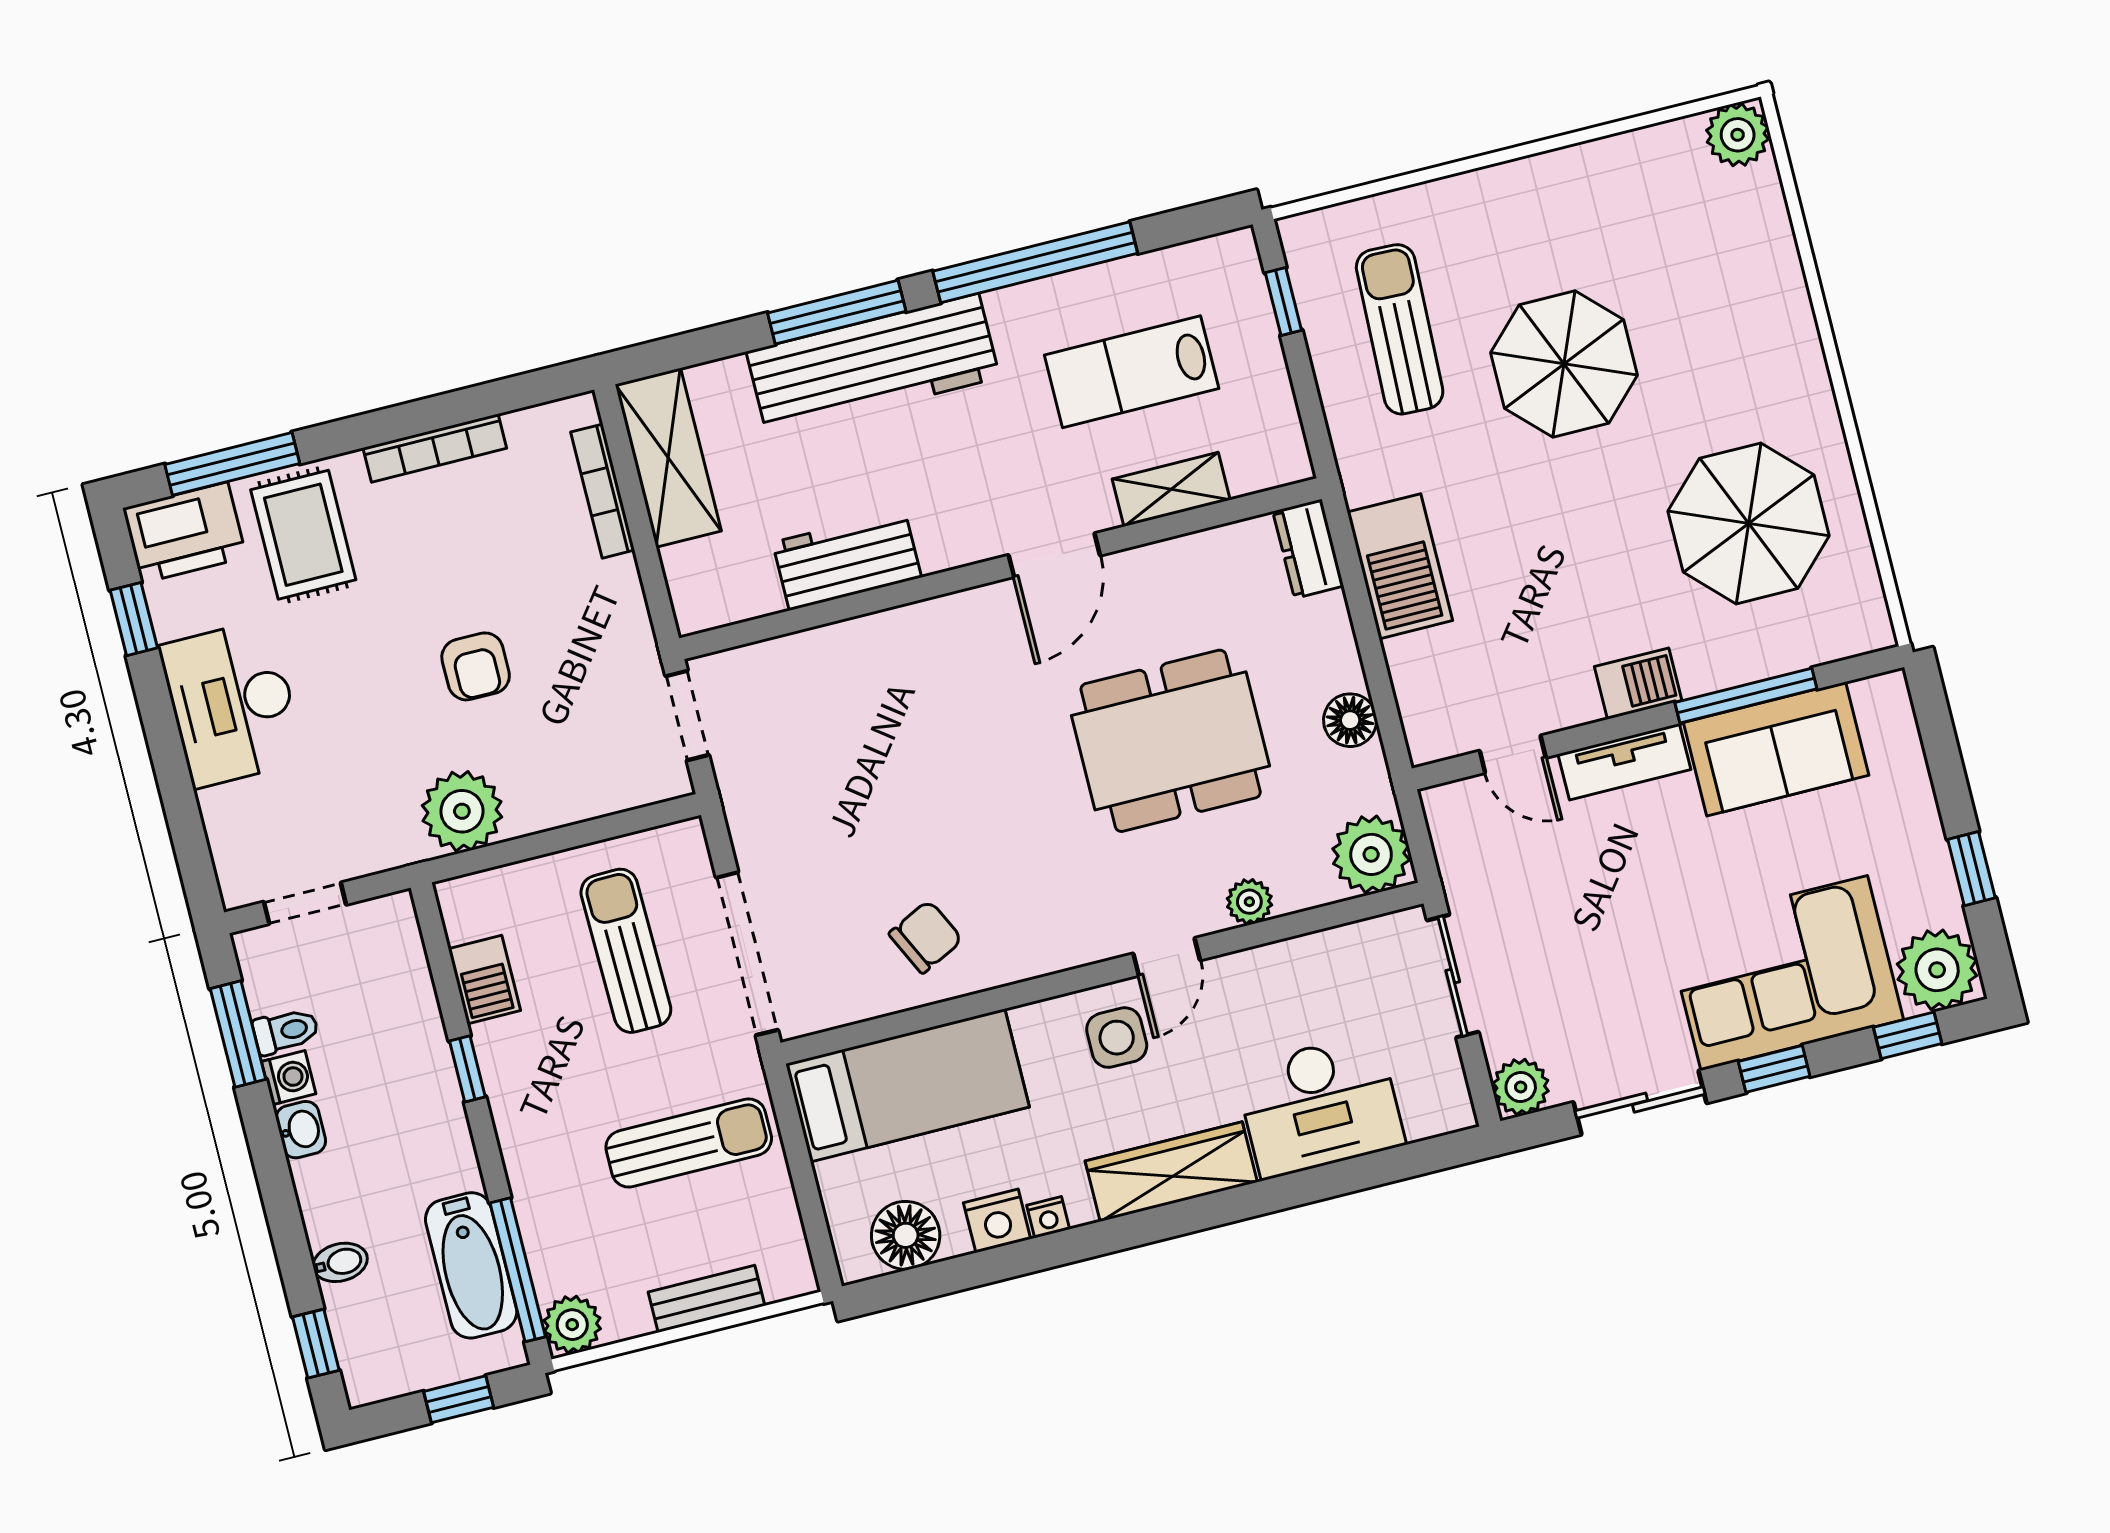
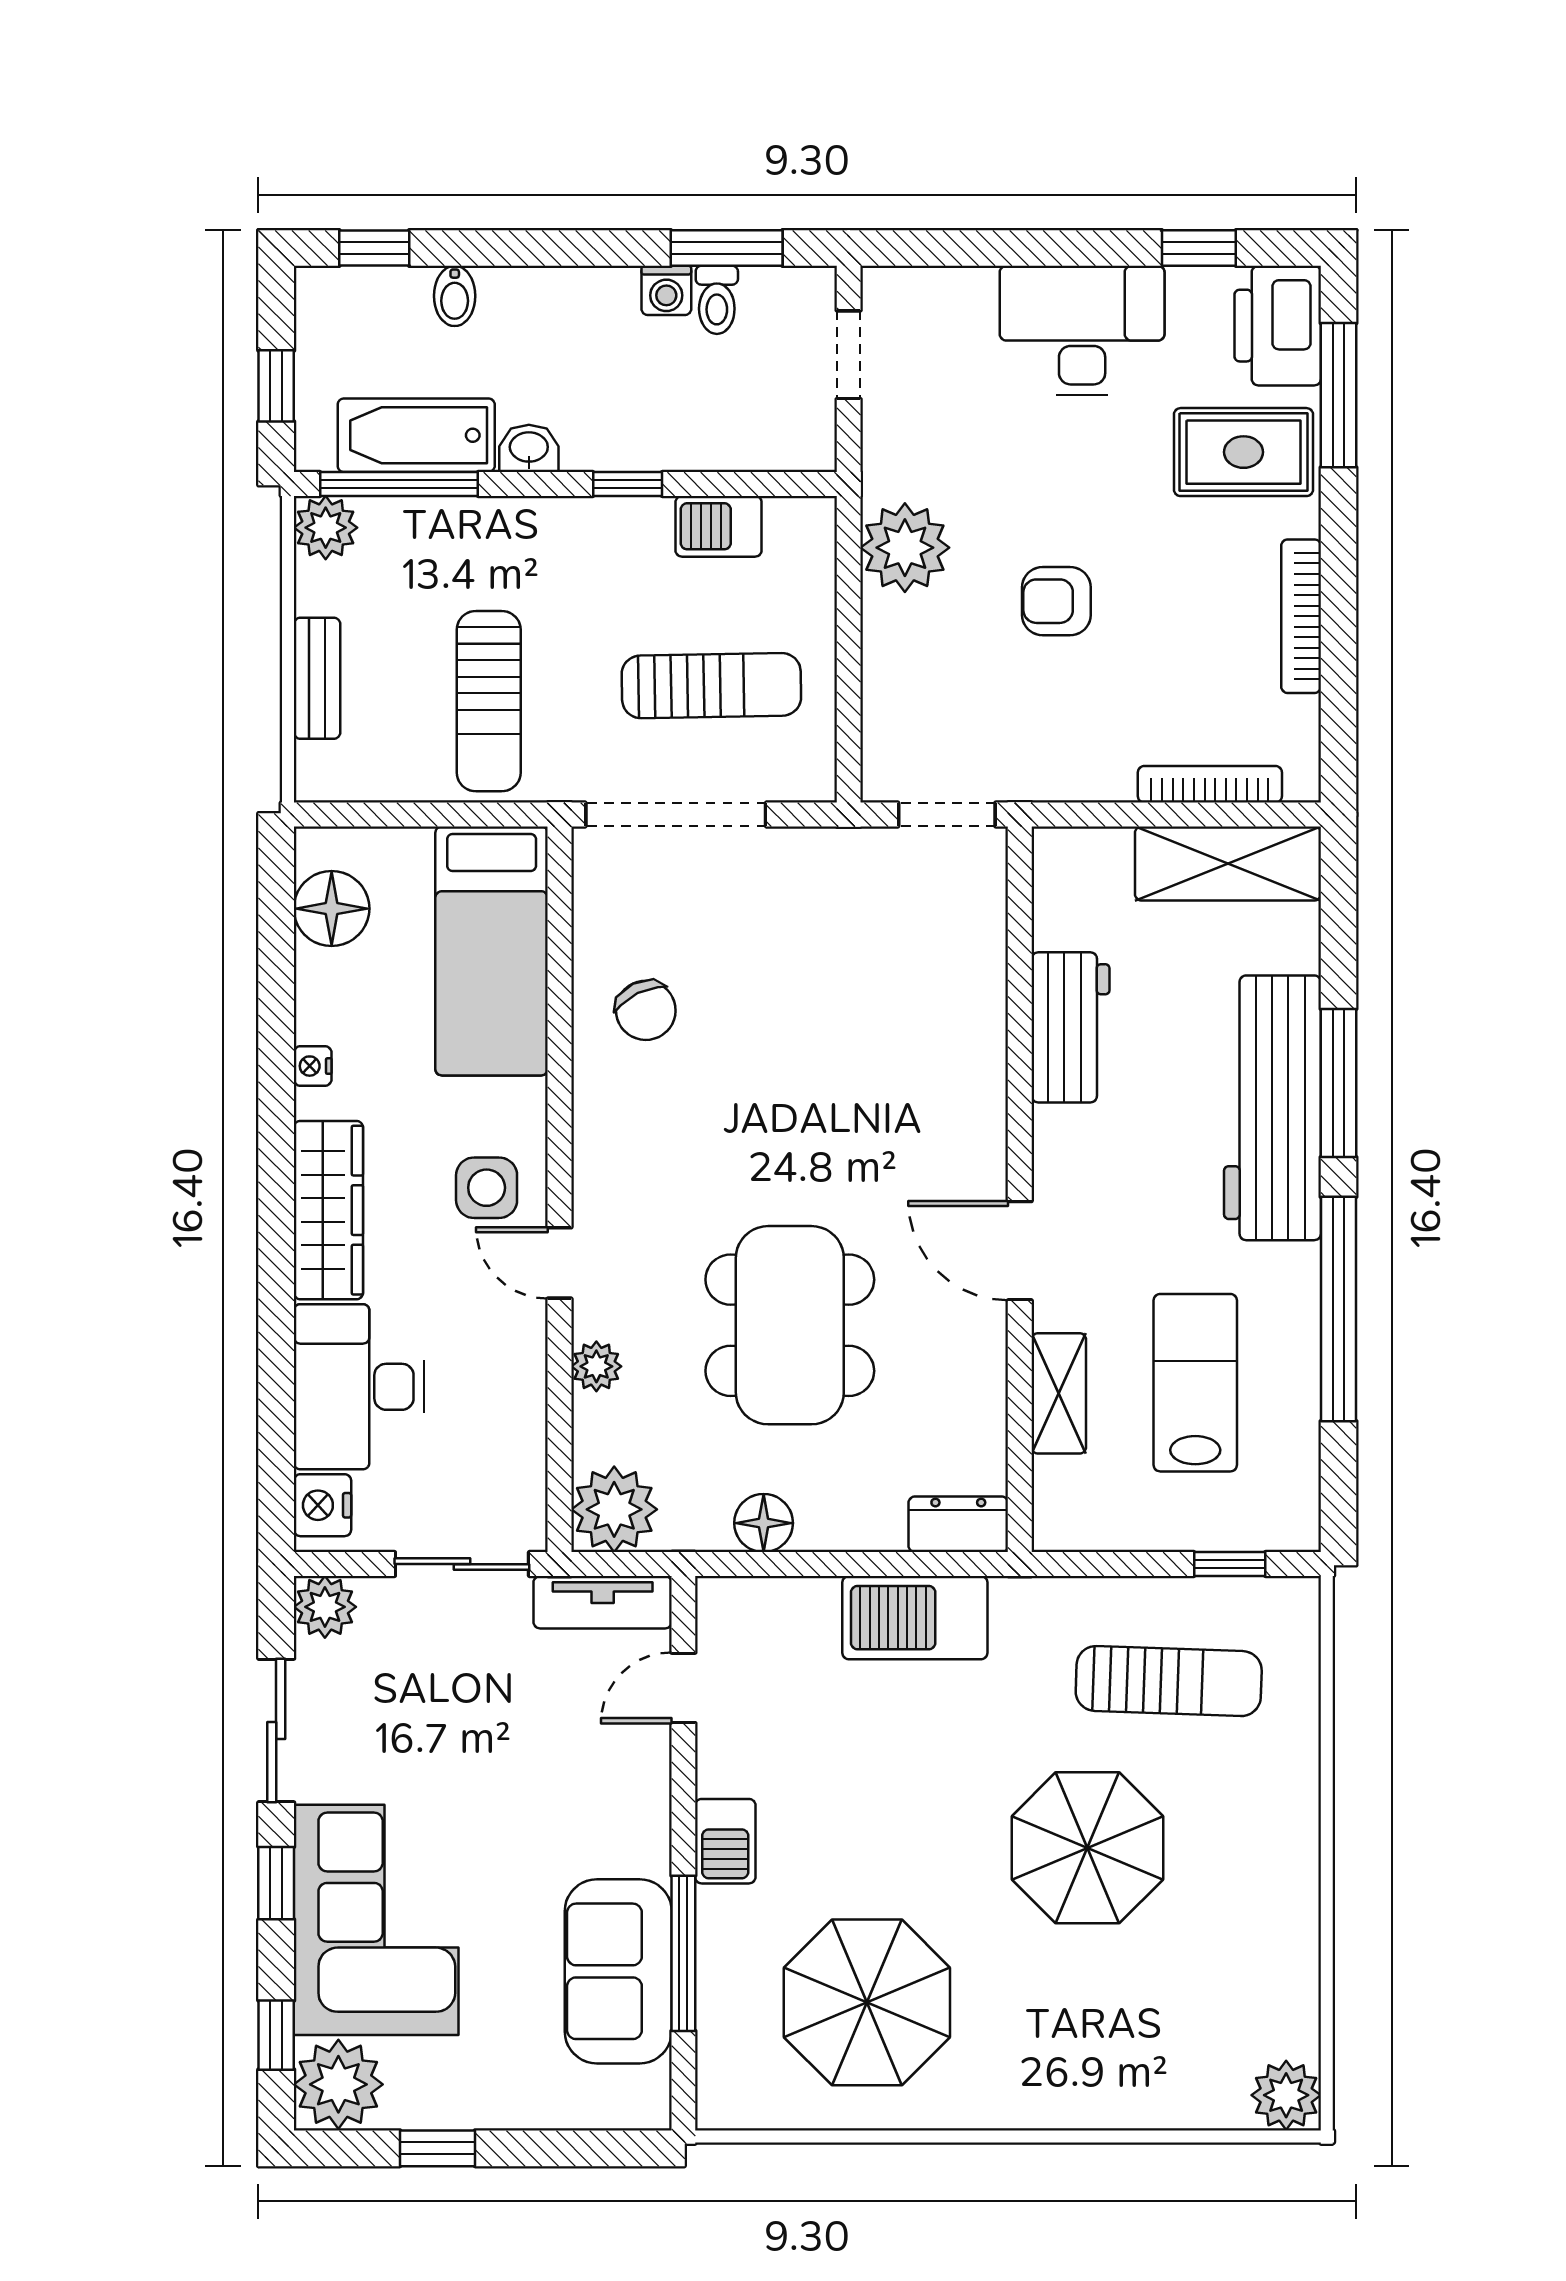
tv unit: (1624, 762) -> (603, 1602), moved, turned -90
washbasin: (301, 1130) -> (529, 448), moved, turned 180
nightstand: (997, 1221) -> (322, 1505), moved

